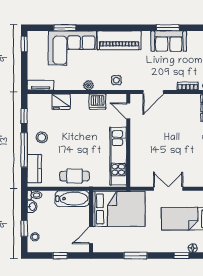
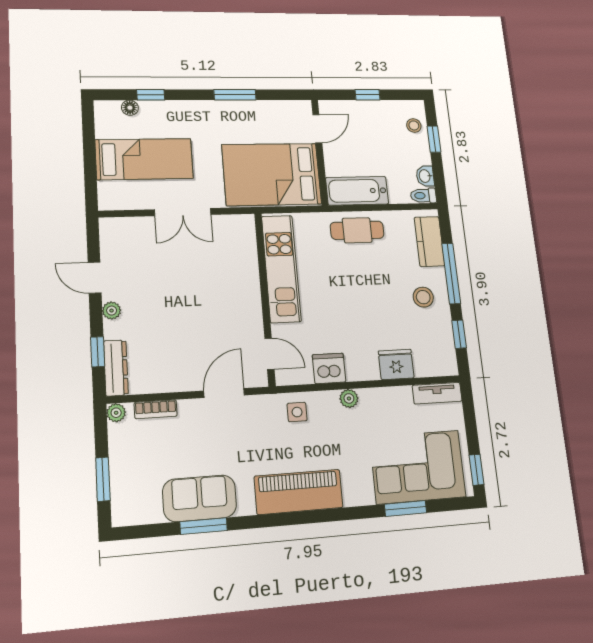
corner sofa: (72, 48) -> (418, 467), moved

